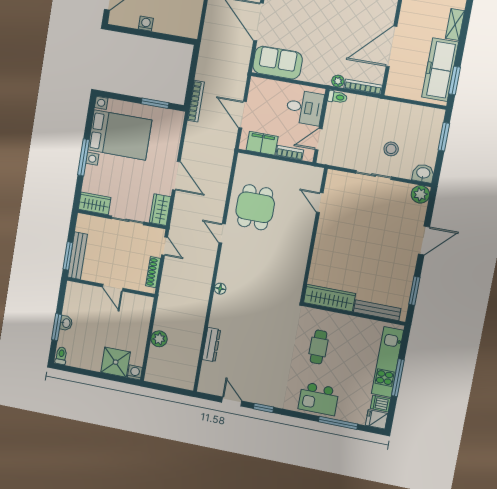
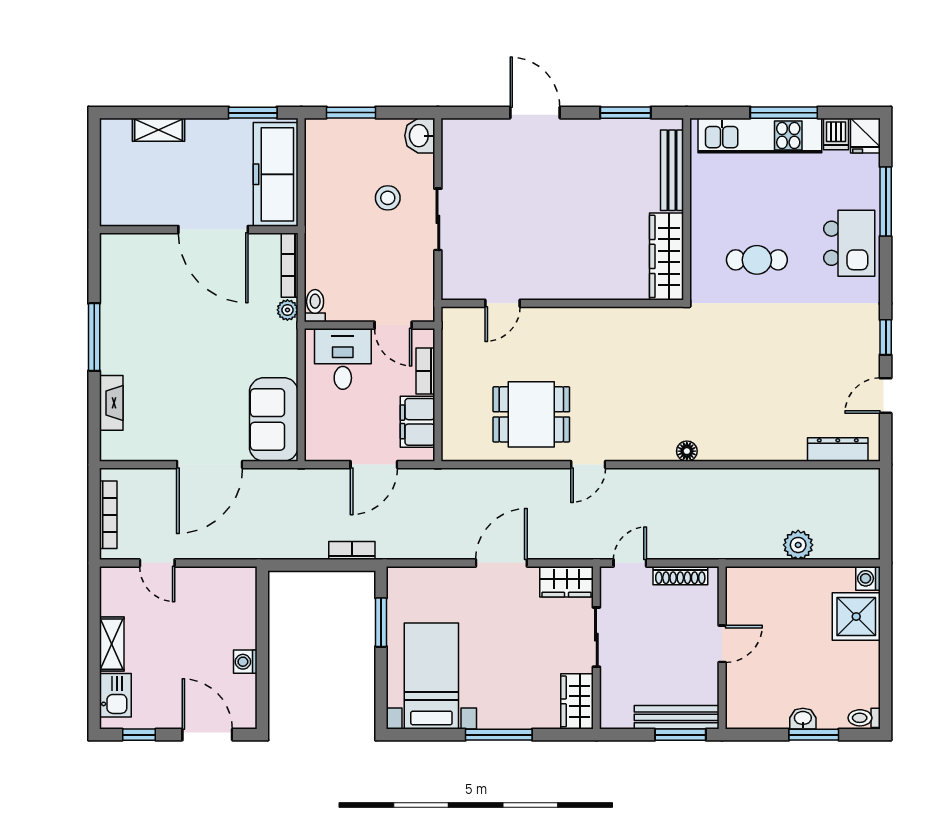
freezer: (440, 70) -> (276, 174), moved, turned 90
bookcase: (196, 101) -> (352, 550), width x0.64
bed with nightstands: (120, 135) -> (431, 676), width x0.73
plant: (420, 194) -> (457, 134), removed
dresser: (211, 345) -> (838, 450), moved

